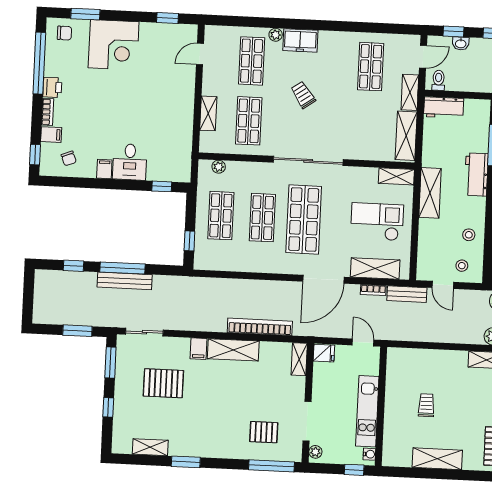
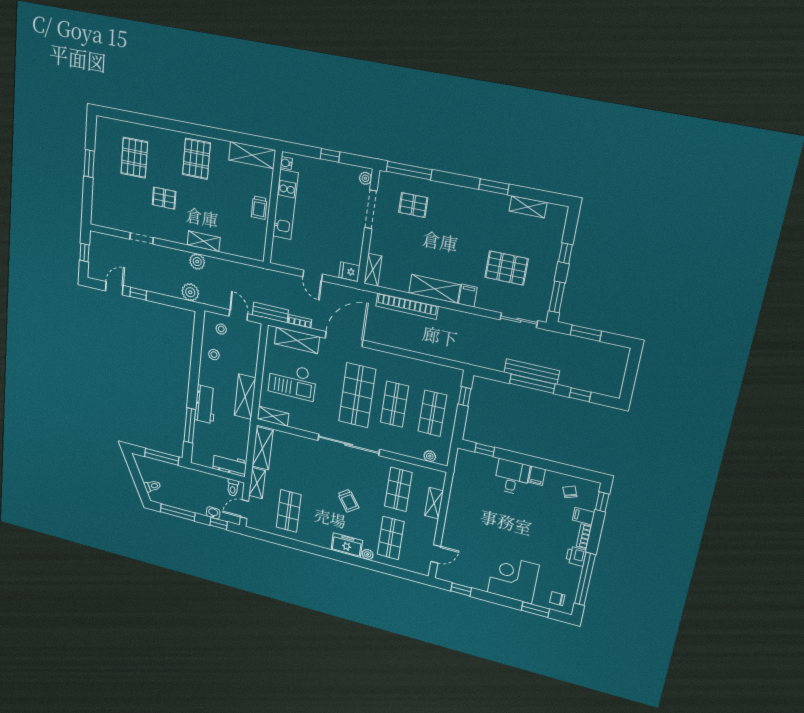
wall: (381, 406) -> (273, 207), moved
kitchen unit: (367, 411) -> (285, 205), moved
water cooler: (369, 454) -> (286, 163), moved

